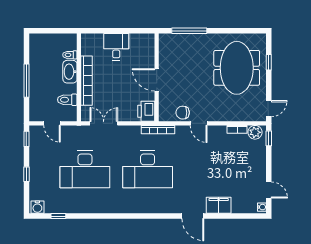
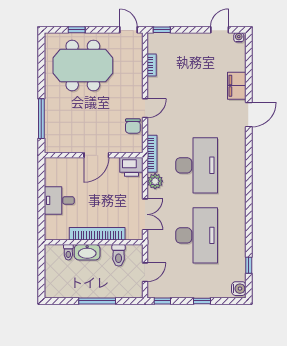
double door: (104, 123) -> (145, 214), swing flipped
plant: (255, 132) -> (155, 181), moved

